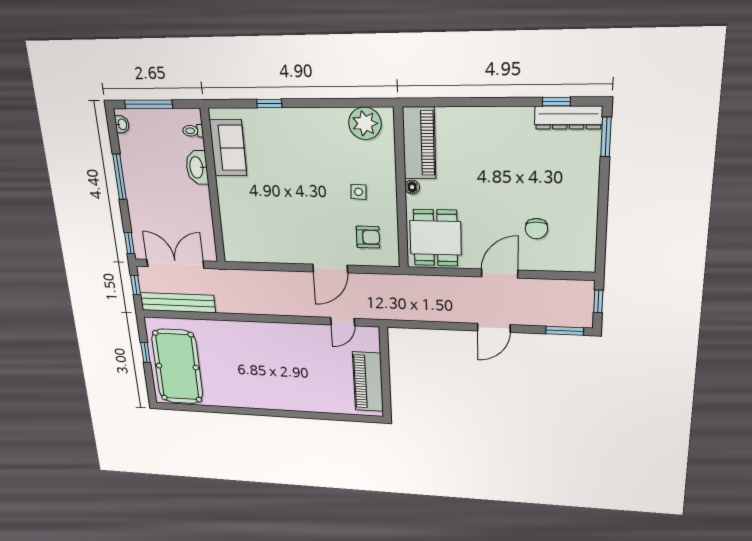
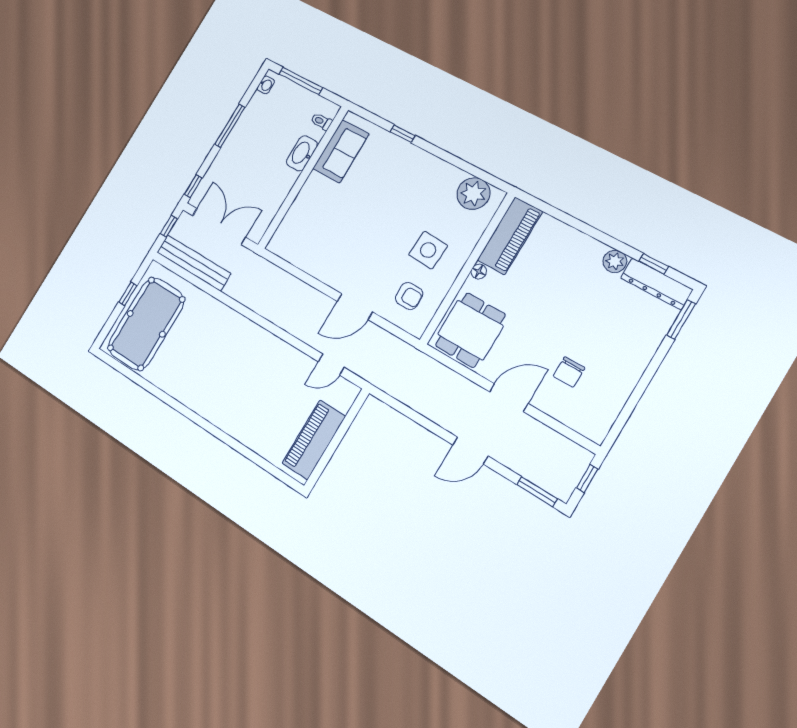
plant: (522, 117) -> (615, 261), added
side table: (359, 192) -> (428, 250), width x1.87, depth x1.87

